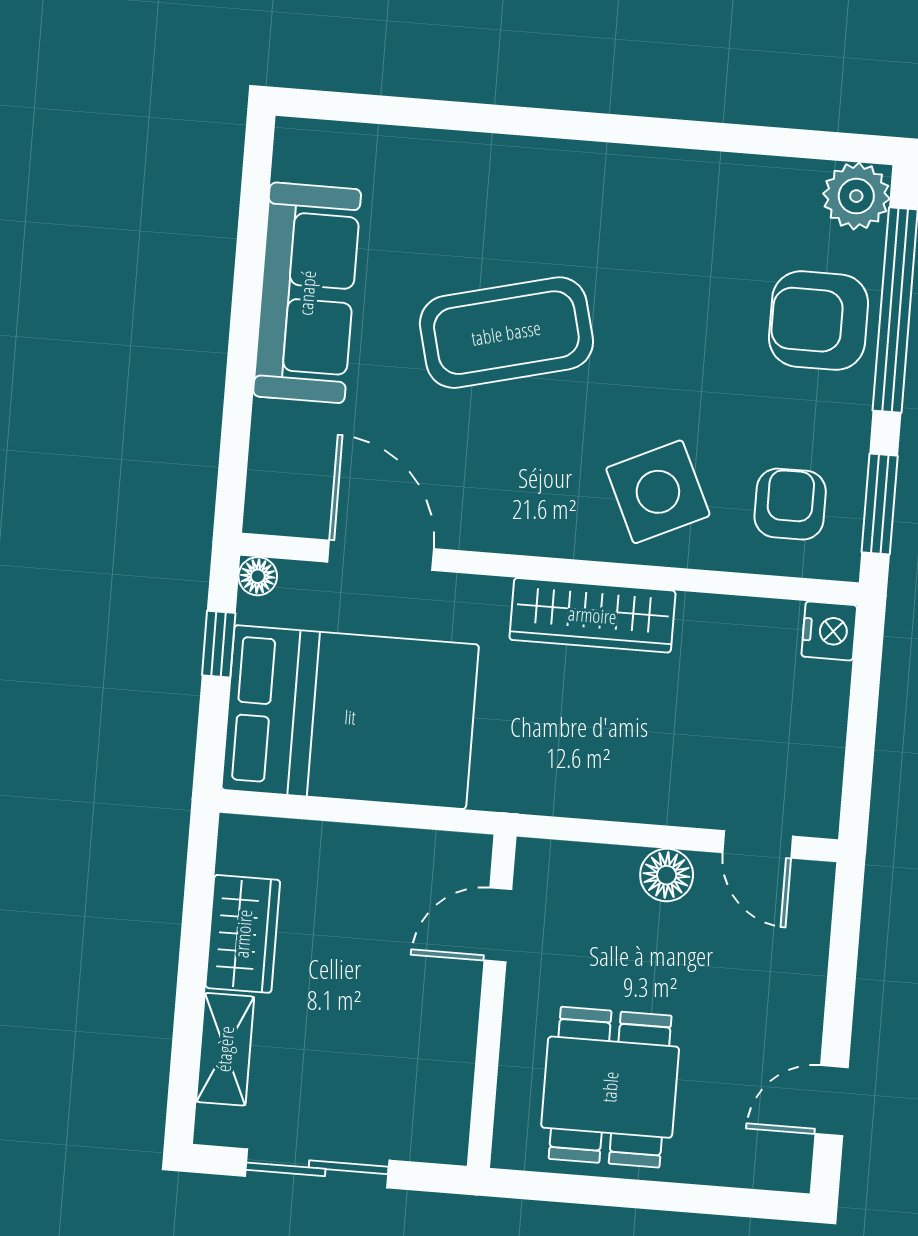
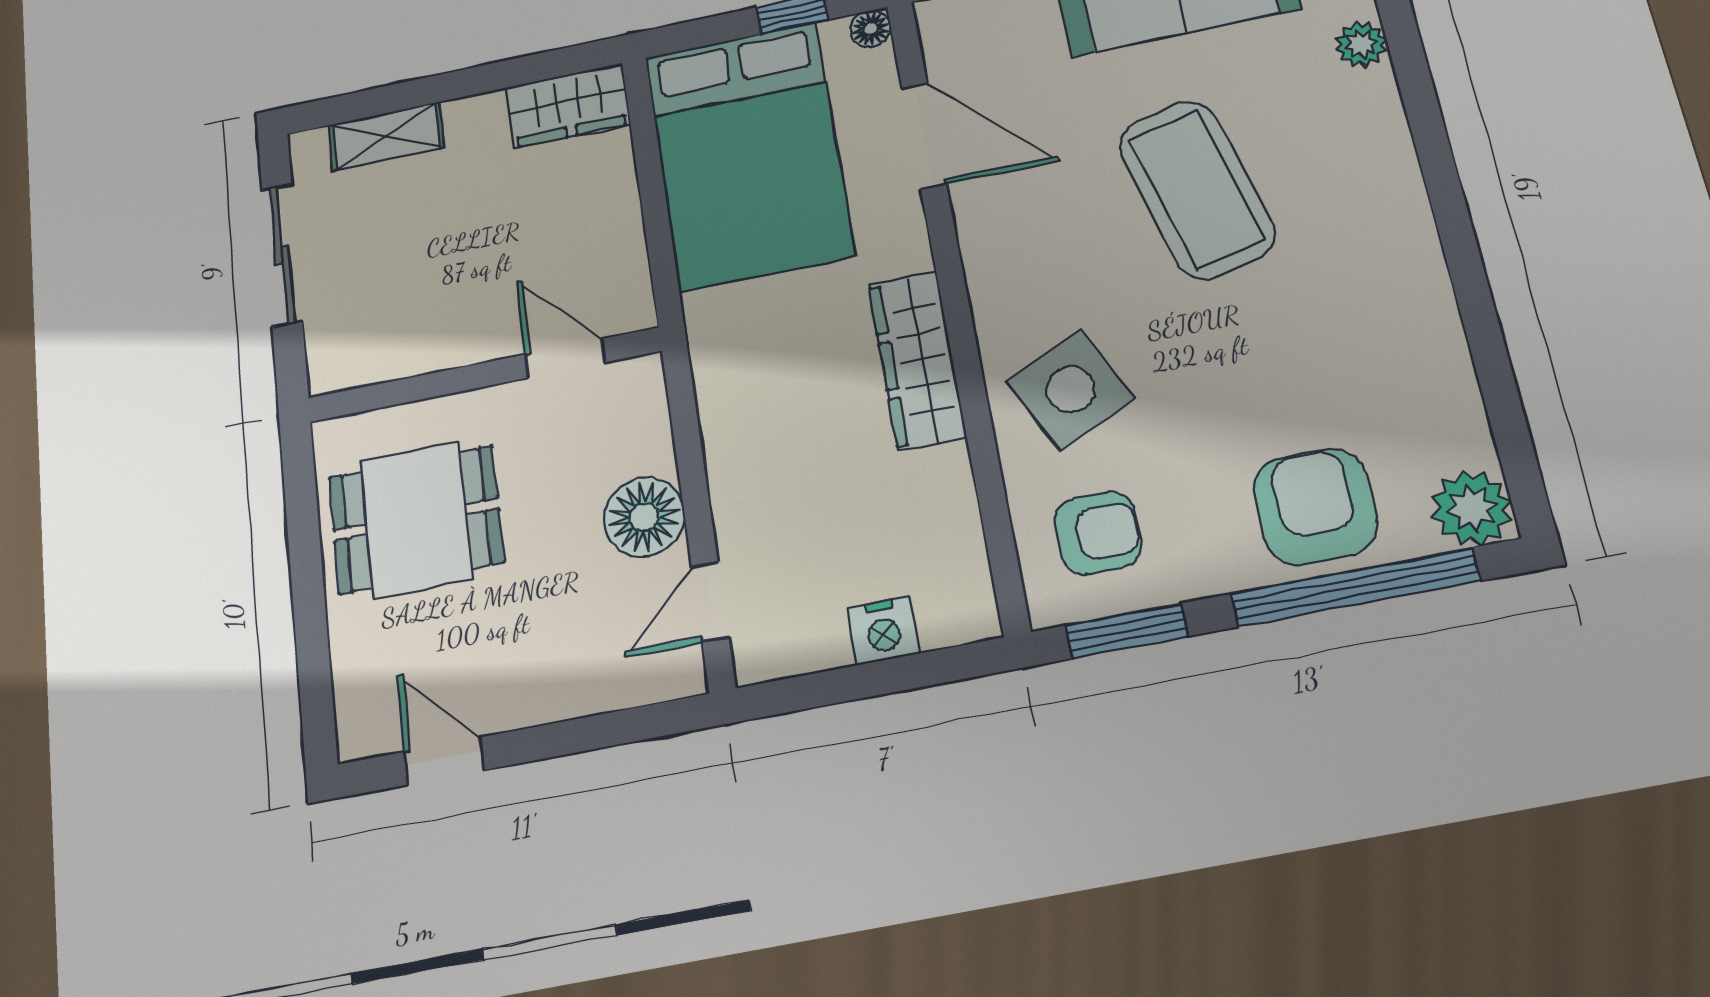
plant: (412, 150) -> (1361, 44), added
door: (381, 555) -> (924, 136), hinge flipped
nightstand: (829, 631) -> (883, 631), moved
floor lamp: (667, 875) -> (644, 517), width x1.38, depth x1.38
wardrobe: (243, 934) -> (568, 106), moved

